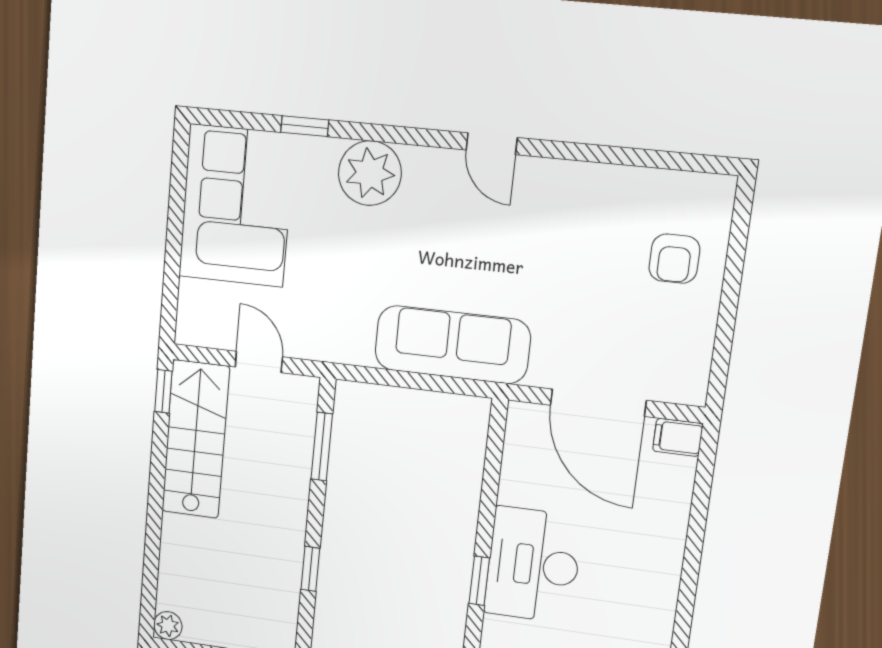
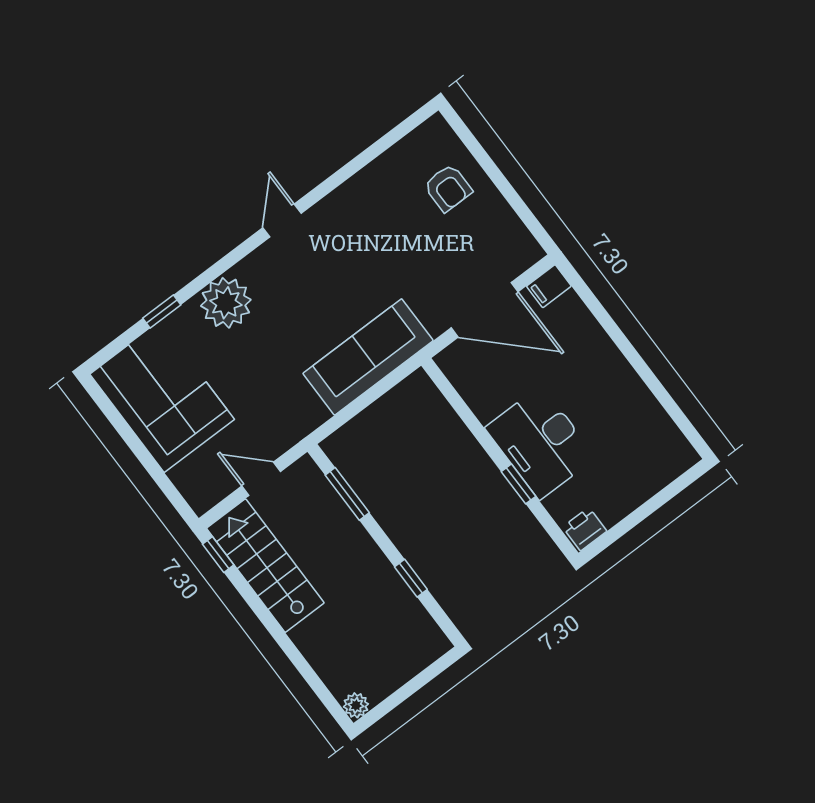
door: (492, 144) -> (282, 221), swing flipped

